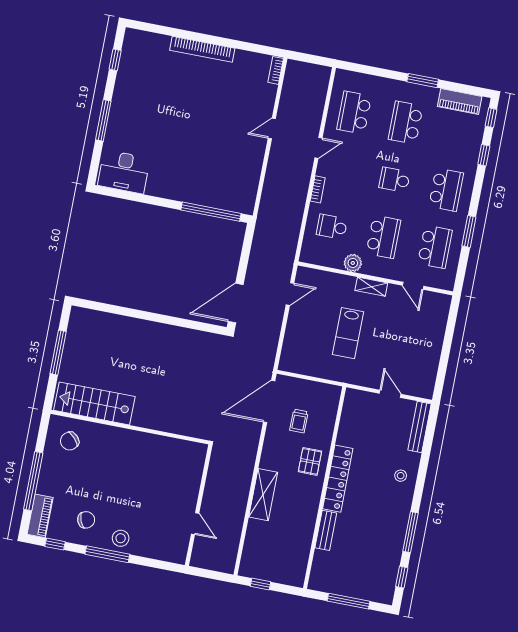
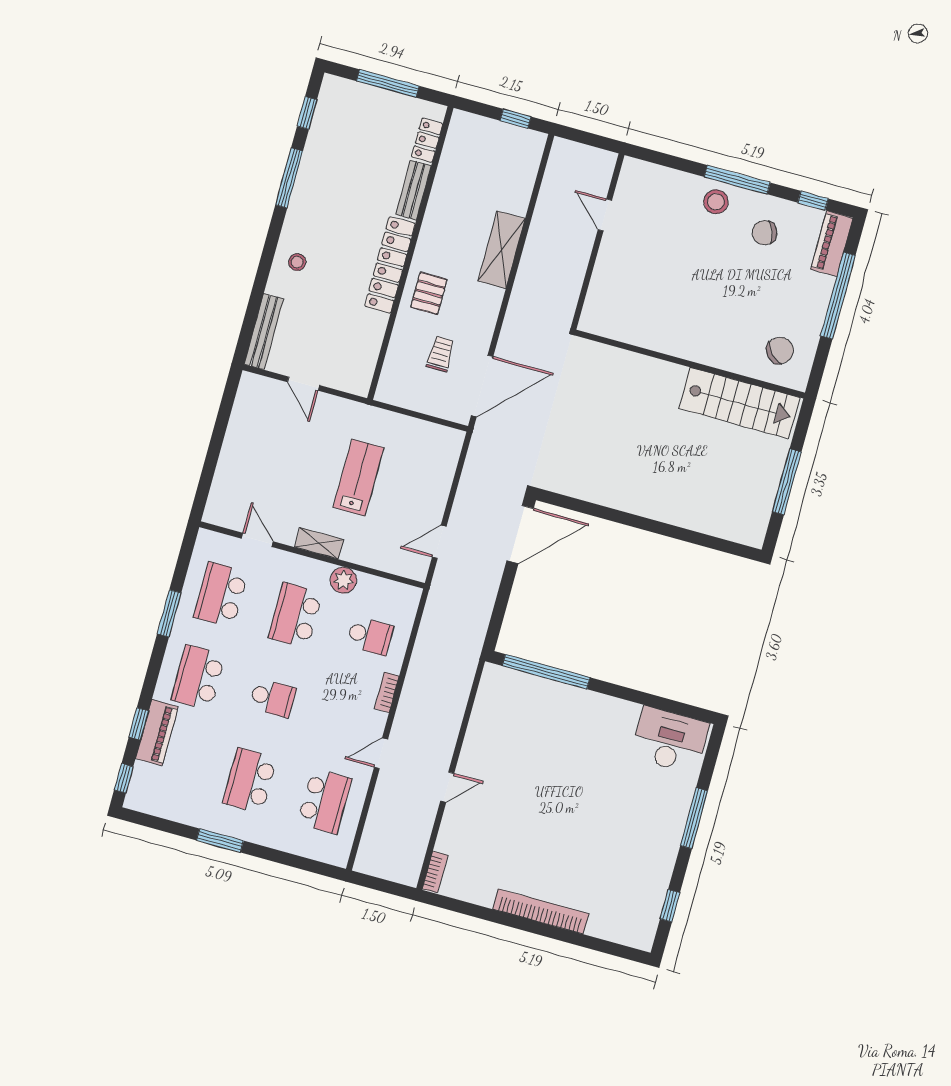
piano: (460, 101) -> (157, 733), moved, turned 90
school desk: (406, 123) -> (250, 781), turned 180
locker: (319, 565) -> (427, 140), added

